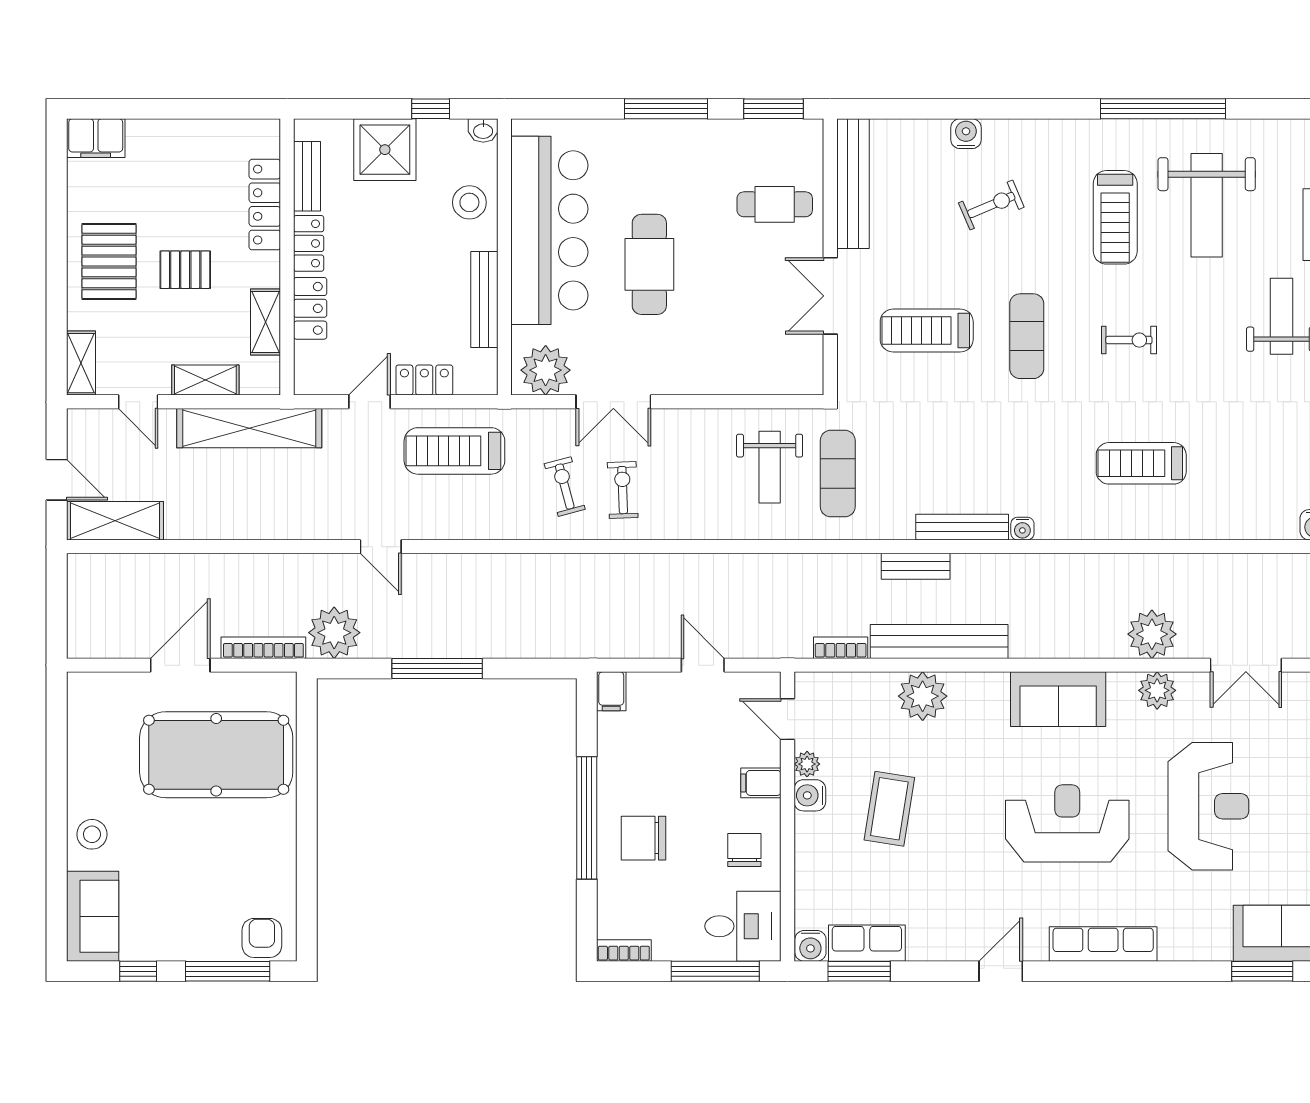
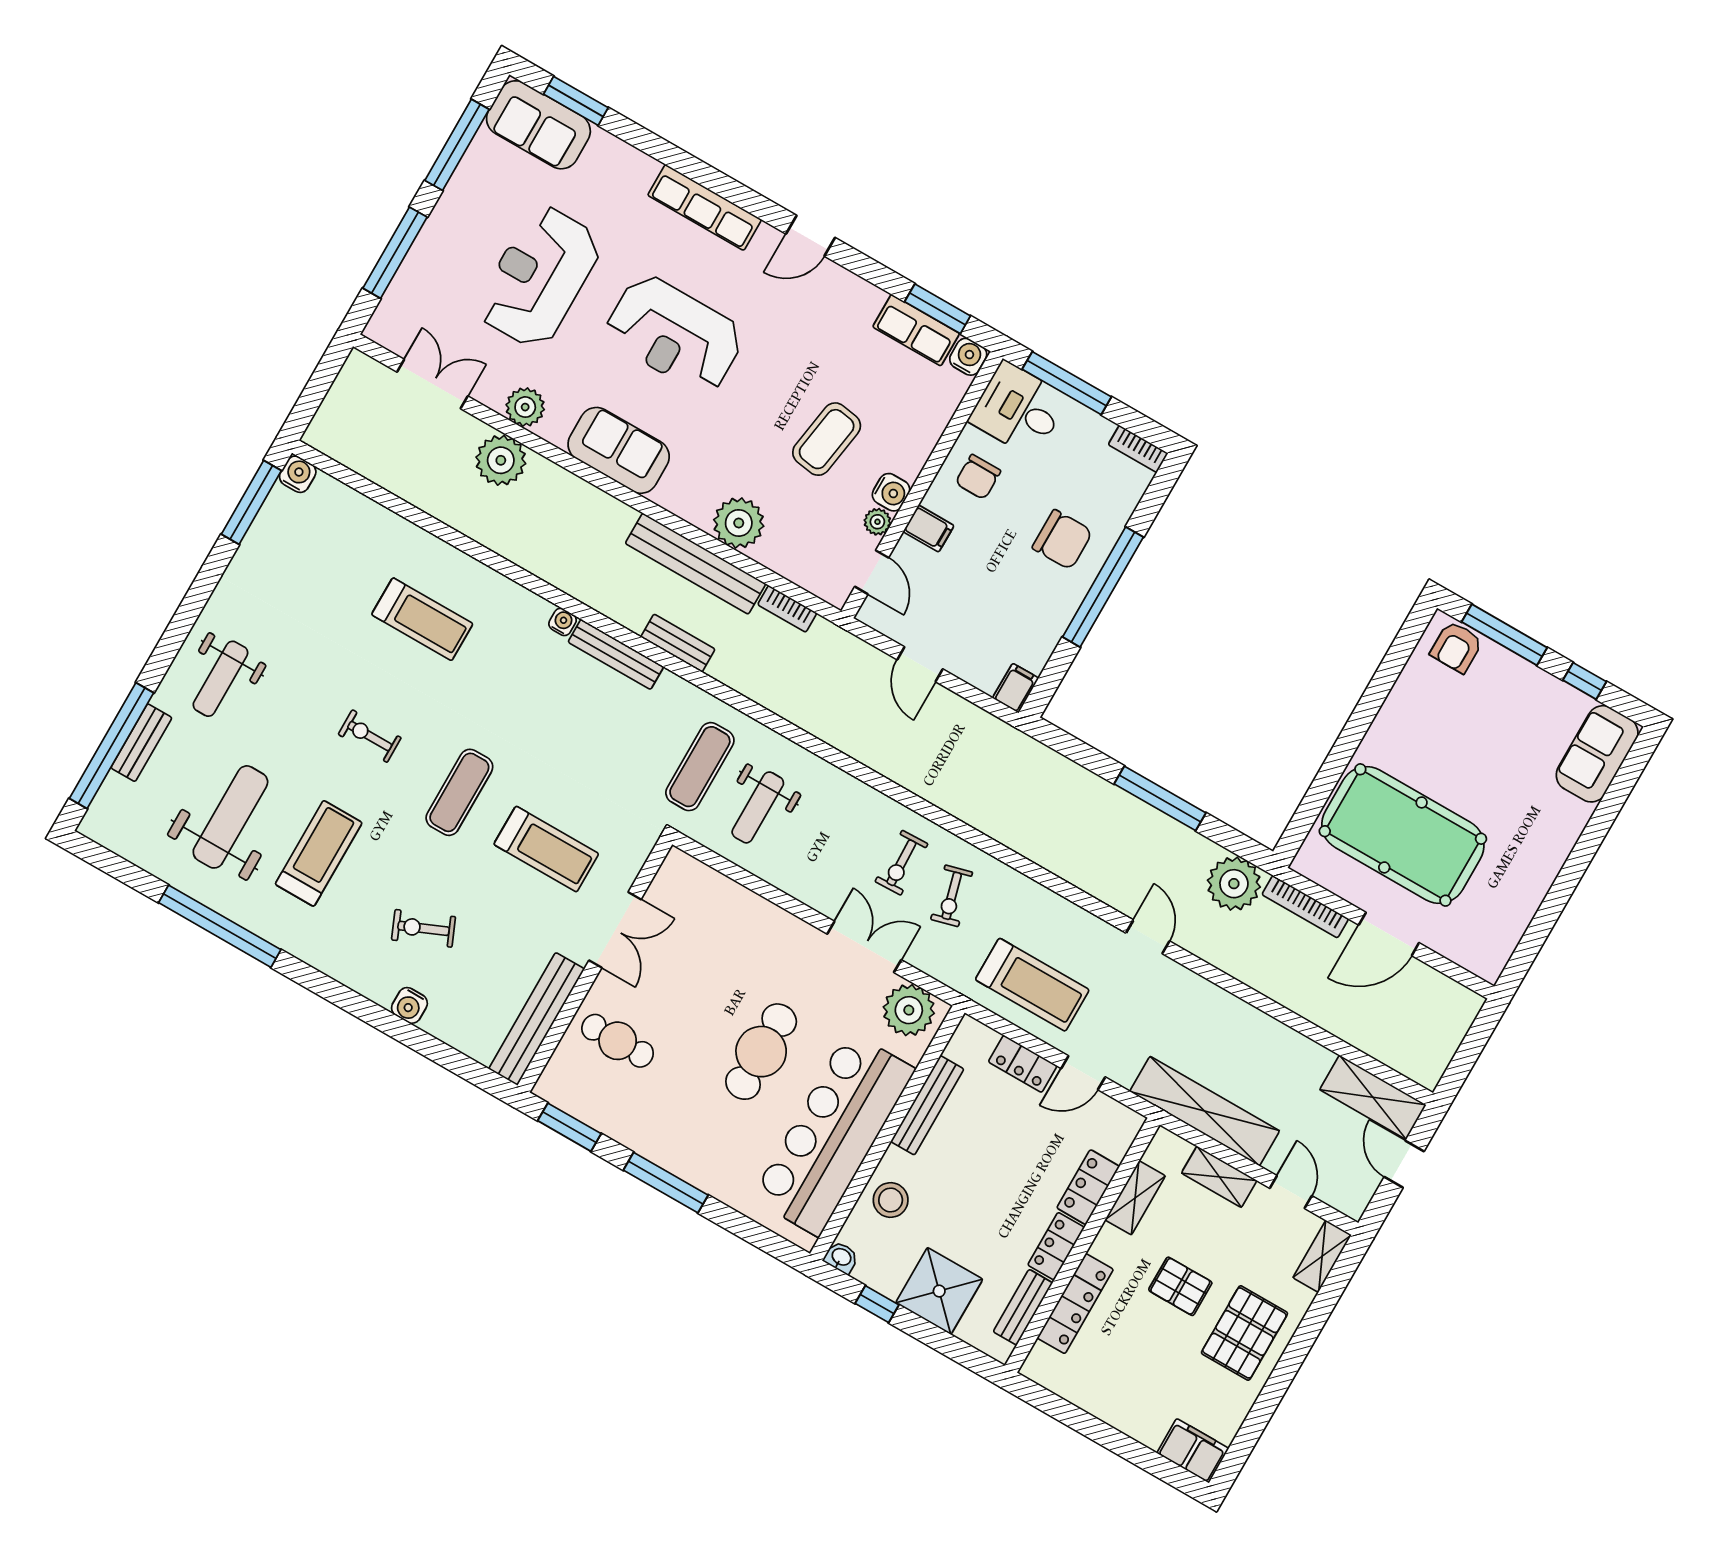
weight bench: (770, 467) -> (758, 807), turned 180
stool: (92, 834) -> (1555, 828), removed

